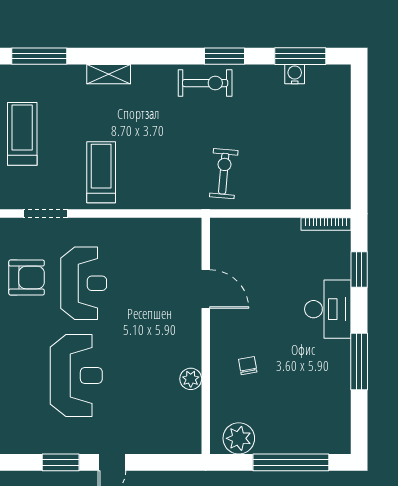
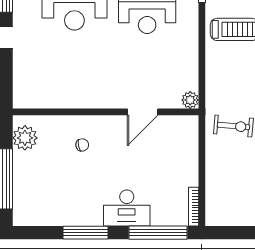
window: (359, 269) -> (158, 233), width x2.11
plant: (191, 379) -> (190, 100), moved

